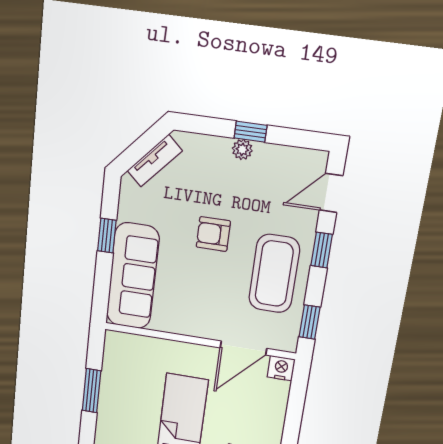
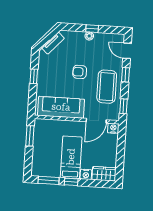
door: (331, 193) -> (127, 51), hinge flipped
sofa: (133, 276) -> (61, 107), moved, turned -90
window: (91, 391) -> (30, 136), moved

